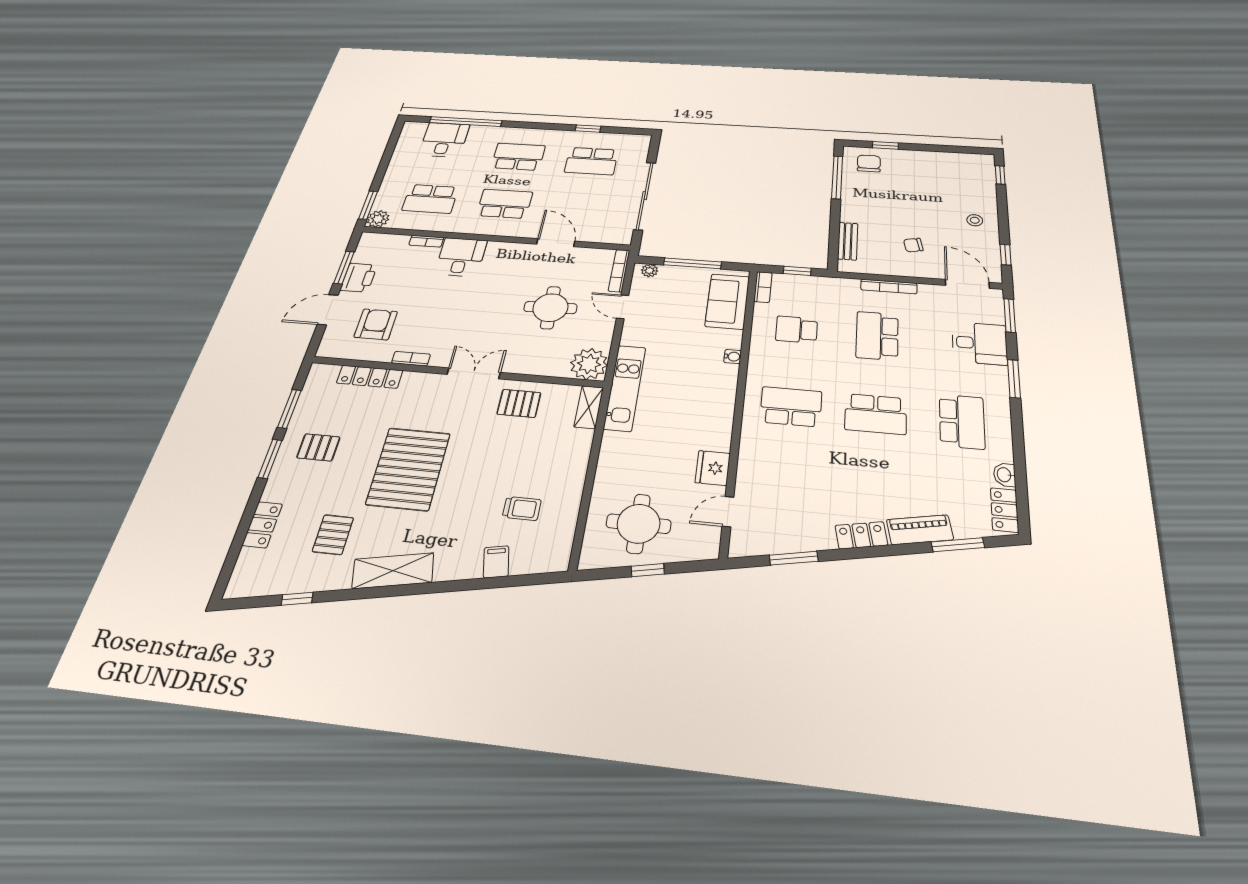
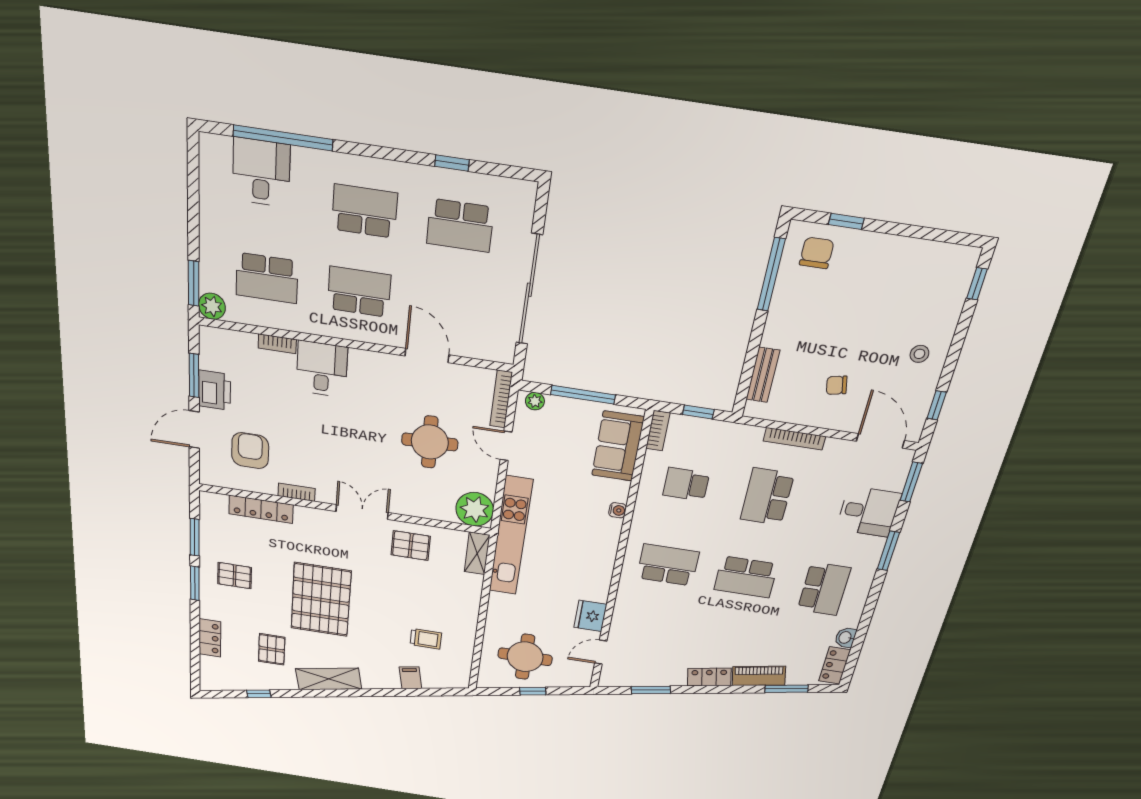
kitchen unit: (625, 388) -> (511, 536), width x1.36

